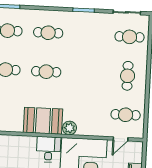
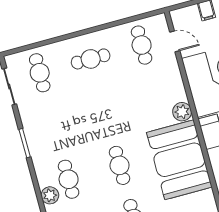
plant: (41, 16) -> (50, 195), added
booth: (43, 121) -> (179, 160), width x1.36, depth x1.42

